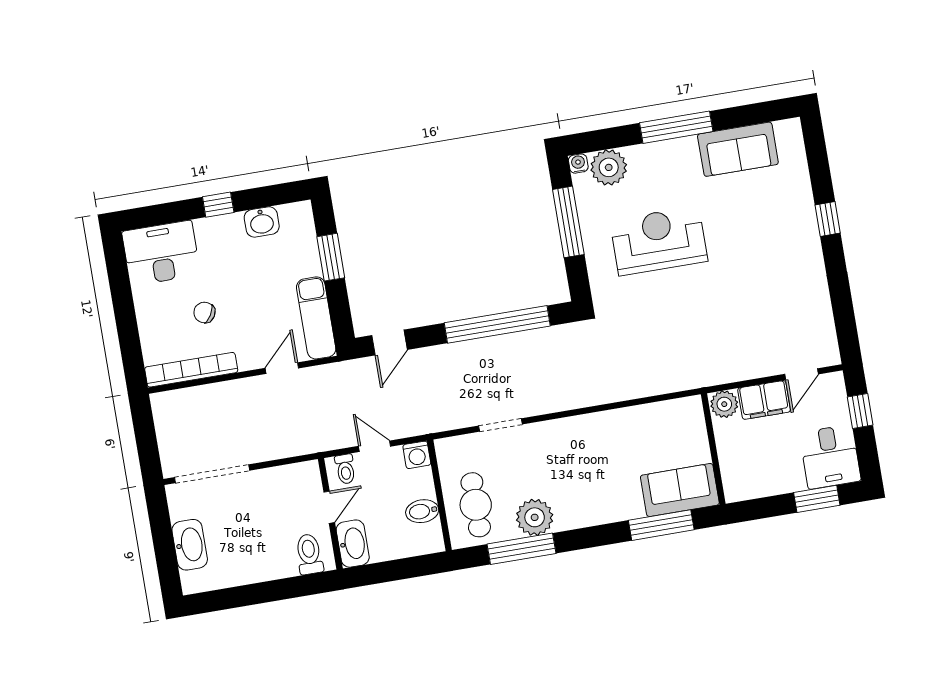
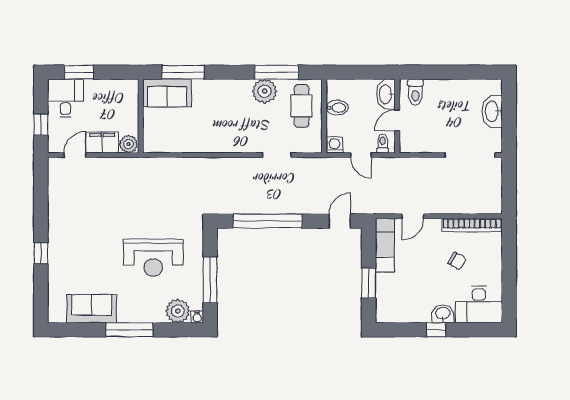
washbasin: (262, 222) -> (443, 314), moved

